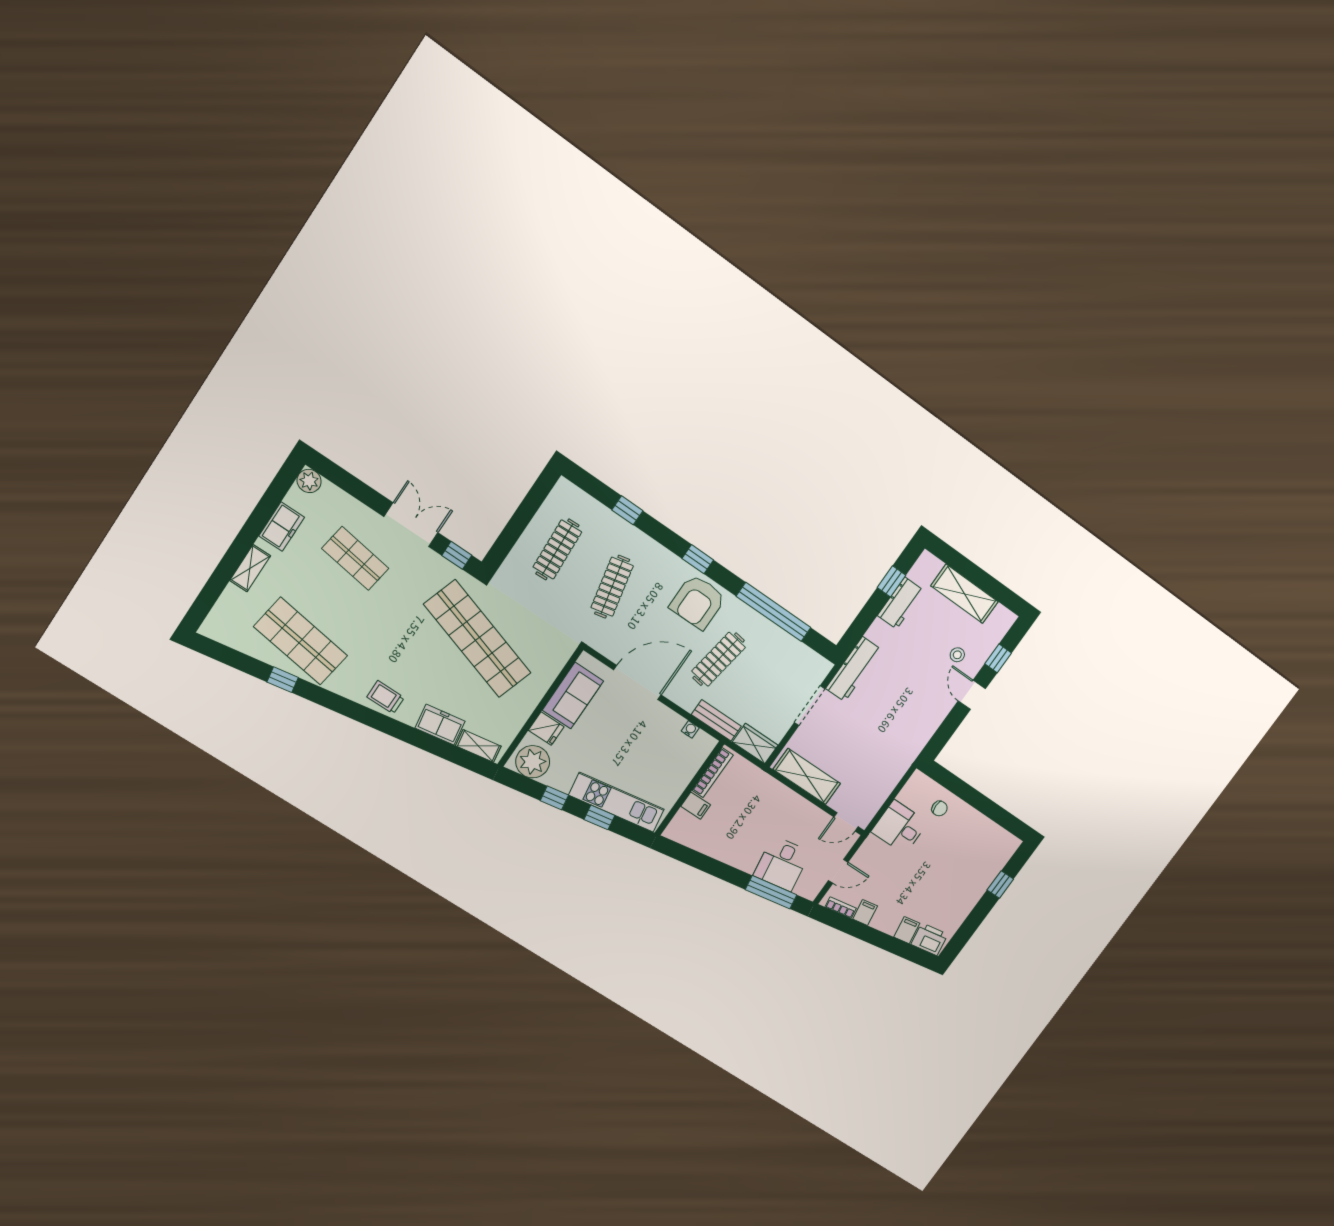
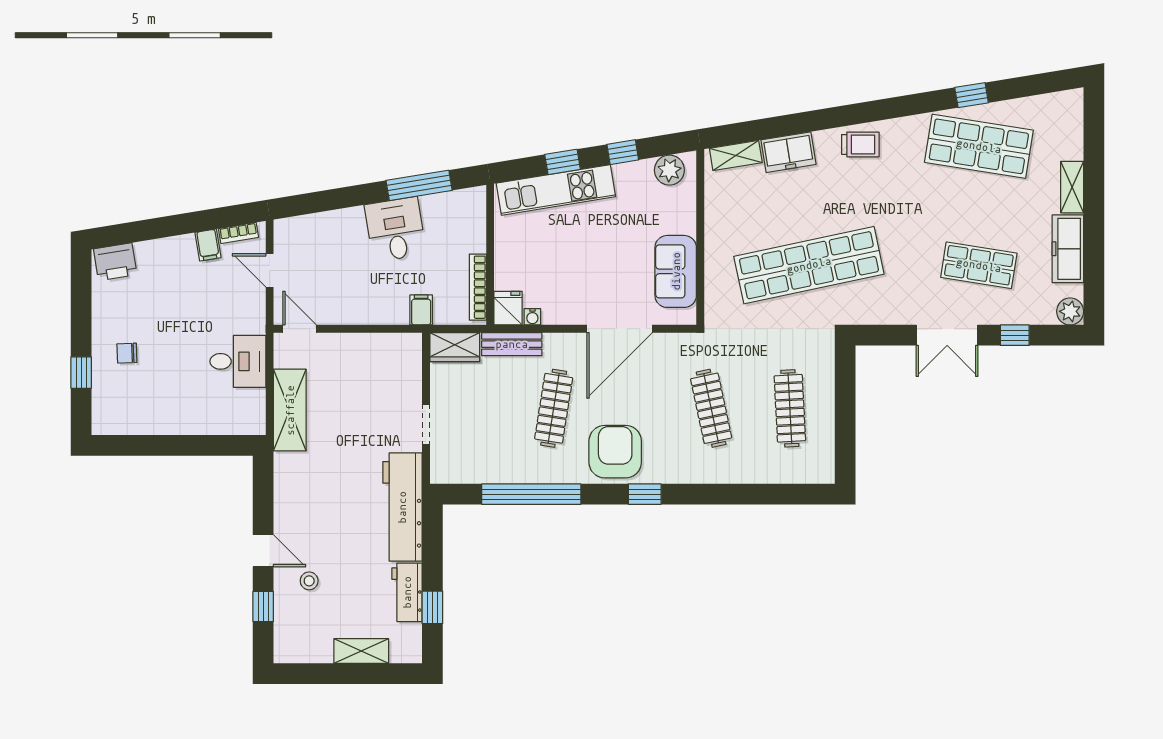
window: (627, 510) -> (747, 494), removed
freezer: (282, 527) -> (1068, 249), width x1.40
window: (457, 555) -> (1015, 335), moved
shelving: (964, 594) -> (361, 651), width x0.67, depth x0.75
shop shelf: (477, 639) -> (809, 265), turned -30
workbench: (854, 669) -> (402, 507), width x1.36, depth x1.32
doorway: (810, 706) -> (426, 424), width x0.73
fridge: (546, 729) -> (508, 308), moved, turned 90
plant: (533, 762) -> (669, 170), width x0.73, depth x0.73
shelving: (807, 776) -> (290, 410), moved, turned 90
filing cabinet: (696, 806) -> (421, 310), moved, turned 90
chair: (939, 808) -> (127, 353), moved
door: (846, 822) -> (300, 329), hinge flipped
desk: (782, 864) -> (395, 229), moved
door: (838, 871) -> (270, 270), hinge flipped
window: (771, 892) -> (419, 185), moved
filing cabinet: (907, 930) -> (148, 256), removed

